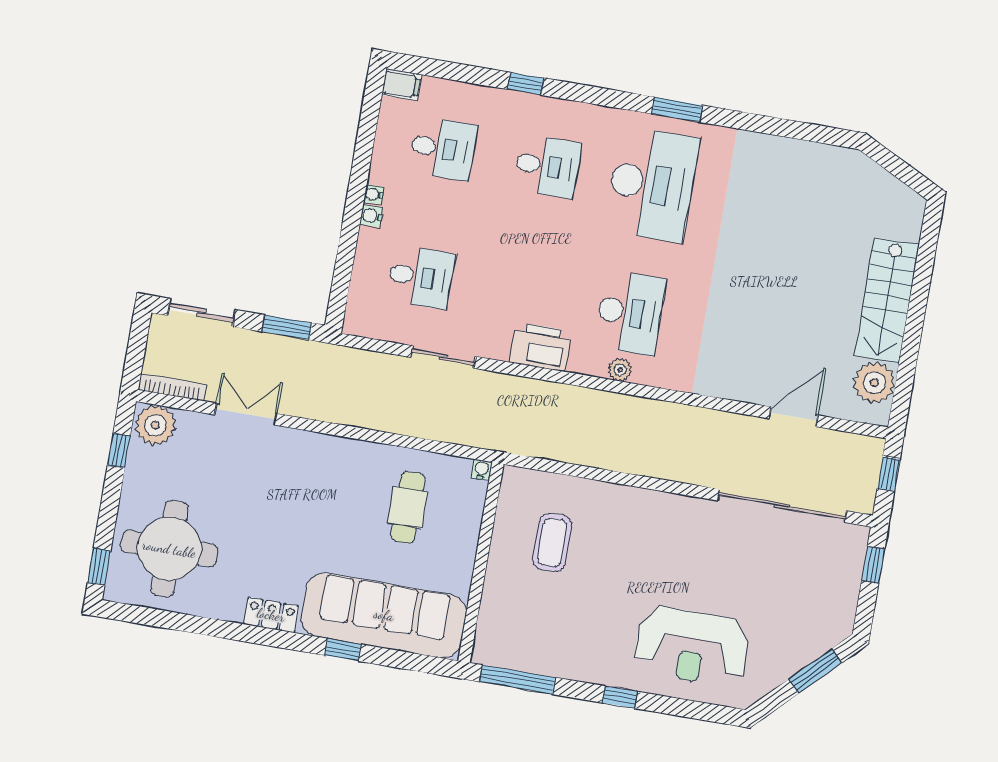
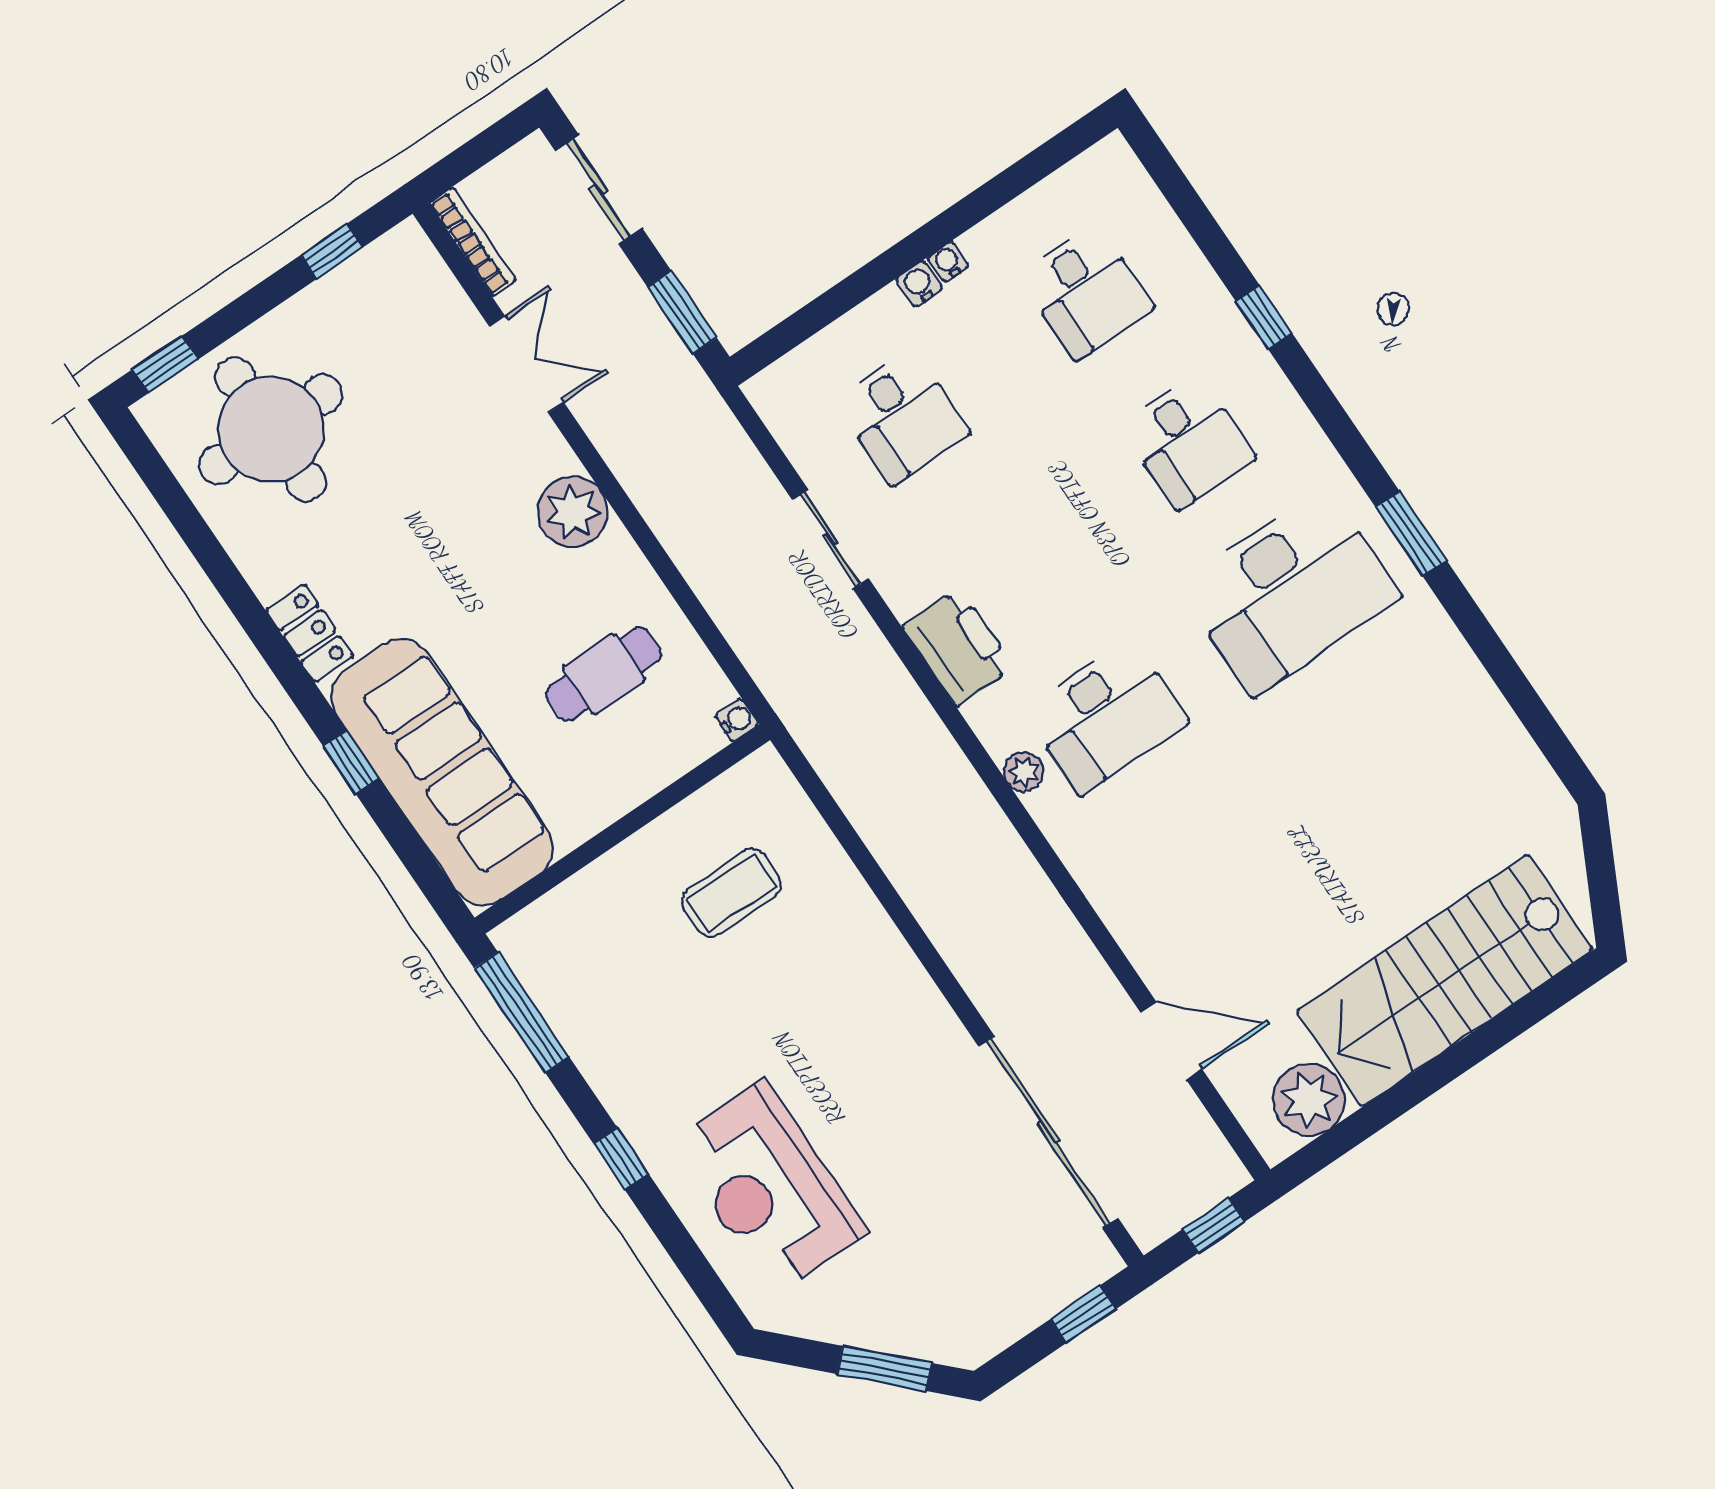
filing cabinet: (402, 85) -> (1116, 166), removed
stairs: (887, 300) -> (1445, 980), width x1.36, depth x1.51
plant: (155, 425) -> (573, 512), moved

